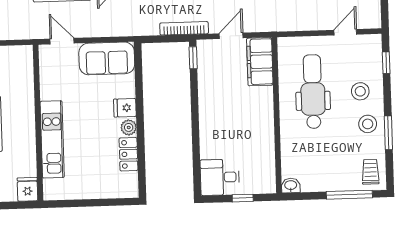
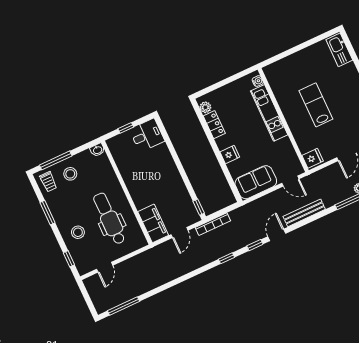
dental chair: (313, 92) -> (109, 219), turned 180
stool: (368, 124) -> (70, 174), moved
plant: (129, 127) -> (205, 107), moved
water cooler: (49, 186) -> (258, 81), added
fridge: (27, 189) -> (313, 158), moved, turned -90

